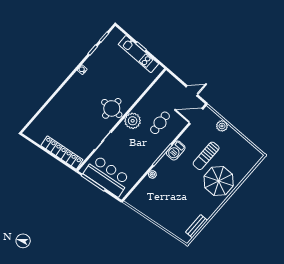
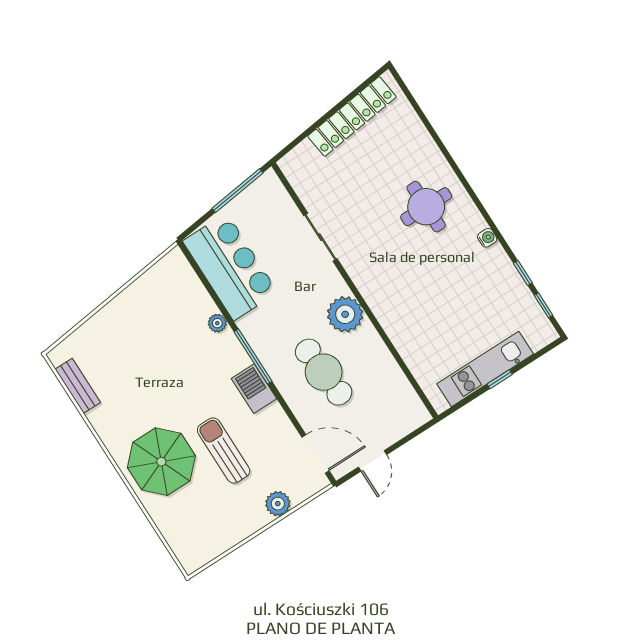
round table: (112, 108) -> (426, 207), moved
door: (196, 116) -> (315, 454), hinge flipped
cafe table: (160, 123) -> (324, 372), width x1.37, depth x1.35
locker: (62, 153) -> (352, 116), moved
bar counter: (107, 176) -> (230, 267), moved, turned -83

